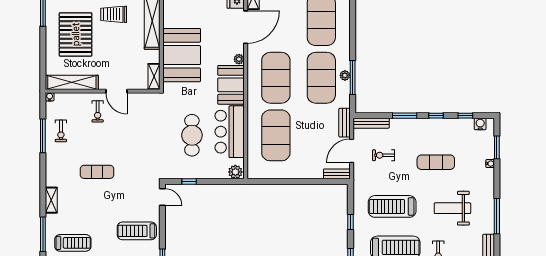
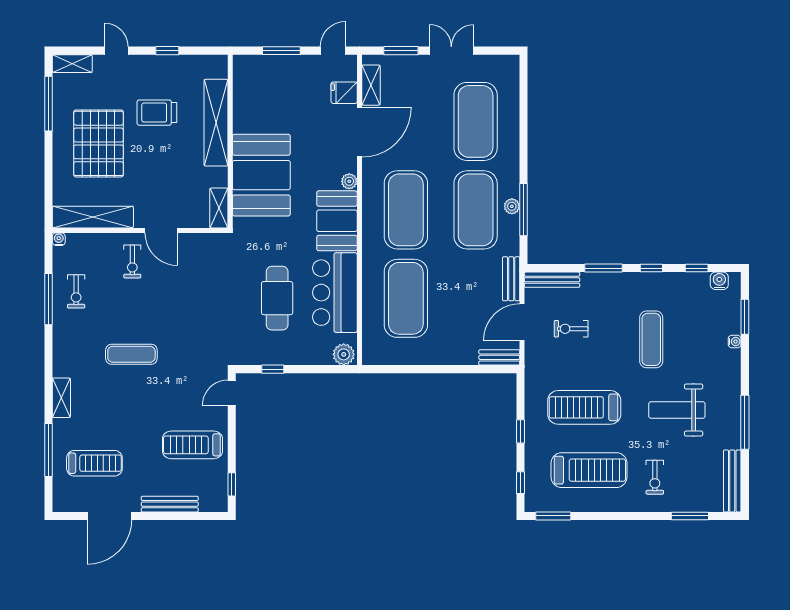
exercise mat: (436, 162) -> (651, 339), turned 90
door: (162, 197) -> (232, 393), swing flipped

